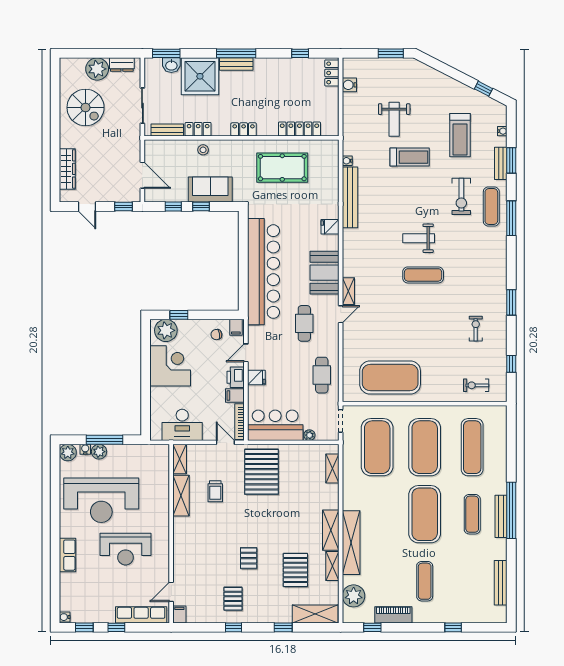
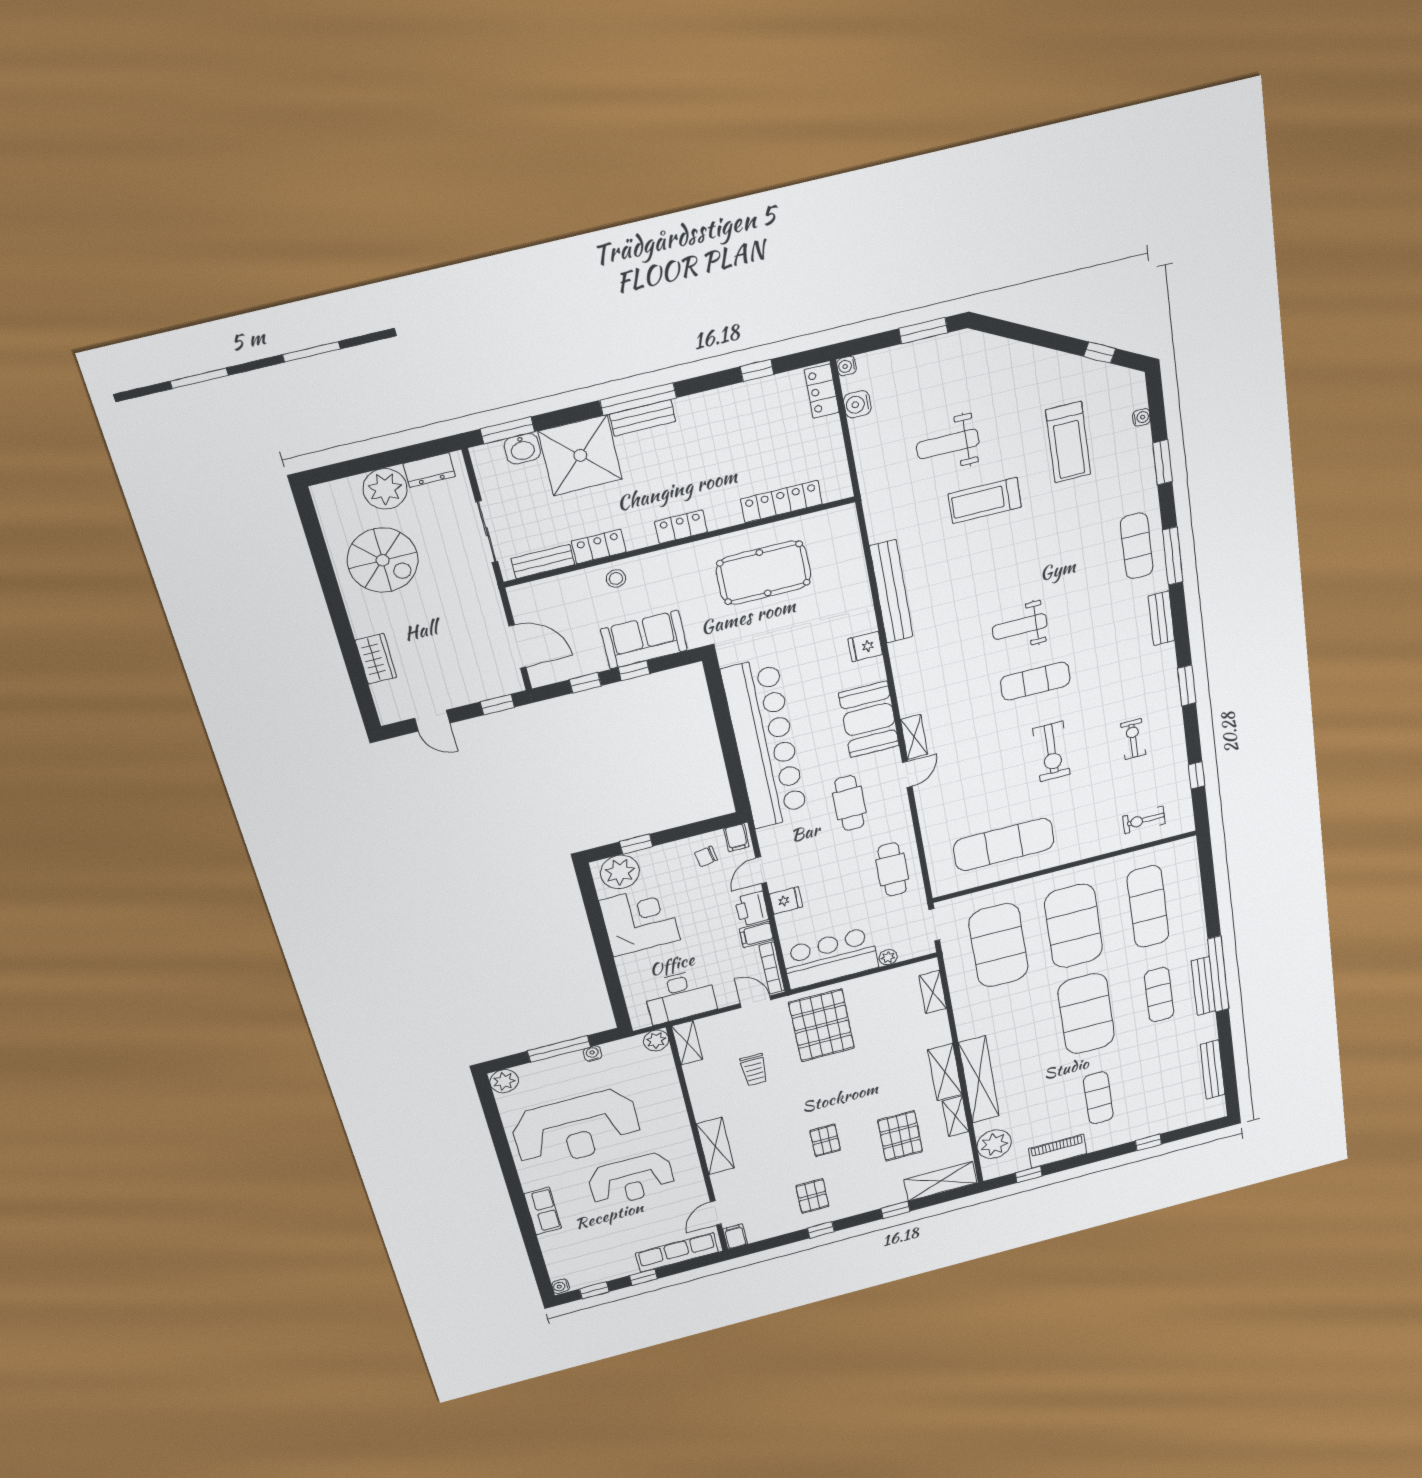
weight bench: (394, 119) -> (948, 444), turned 90
treadmill: (410, 157) -> (985, 501), turned 180
water cooler: (347, 161) -> (847, 366), moved
bench: (501, 163) -> (1161, 618), moved
wardrobe: (67, 169) -> (376, 659), width x0.67
exercise bike: (461, 196) -> (1052, 752), moved
exercise mat: (390, 377) -> (1004, 844), width x0.68
water cooler: (85, 449) -> (592, 1054), moved
plant: (99, 452) -> (656, 1040), moved
shelving: (181, 496) -> (715, 1146), moved

